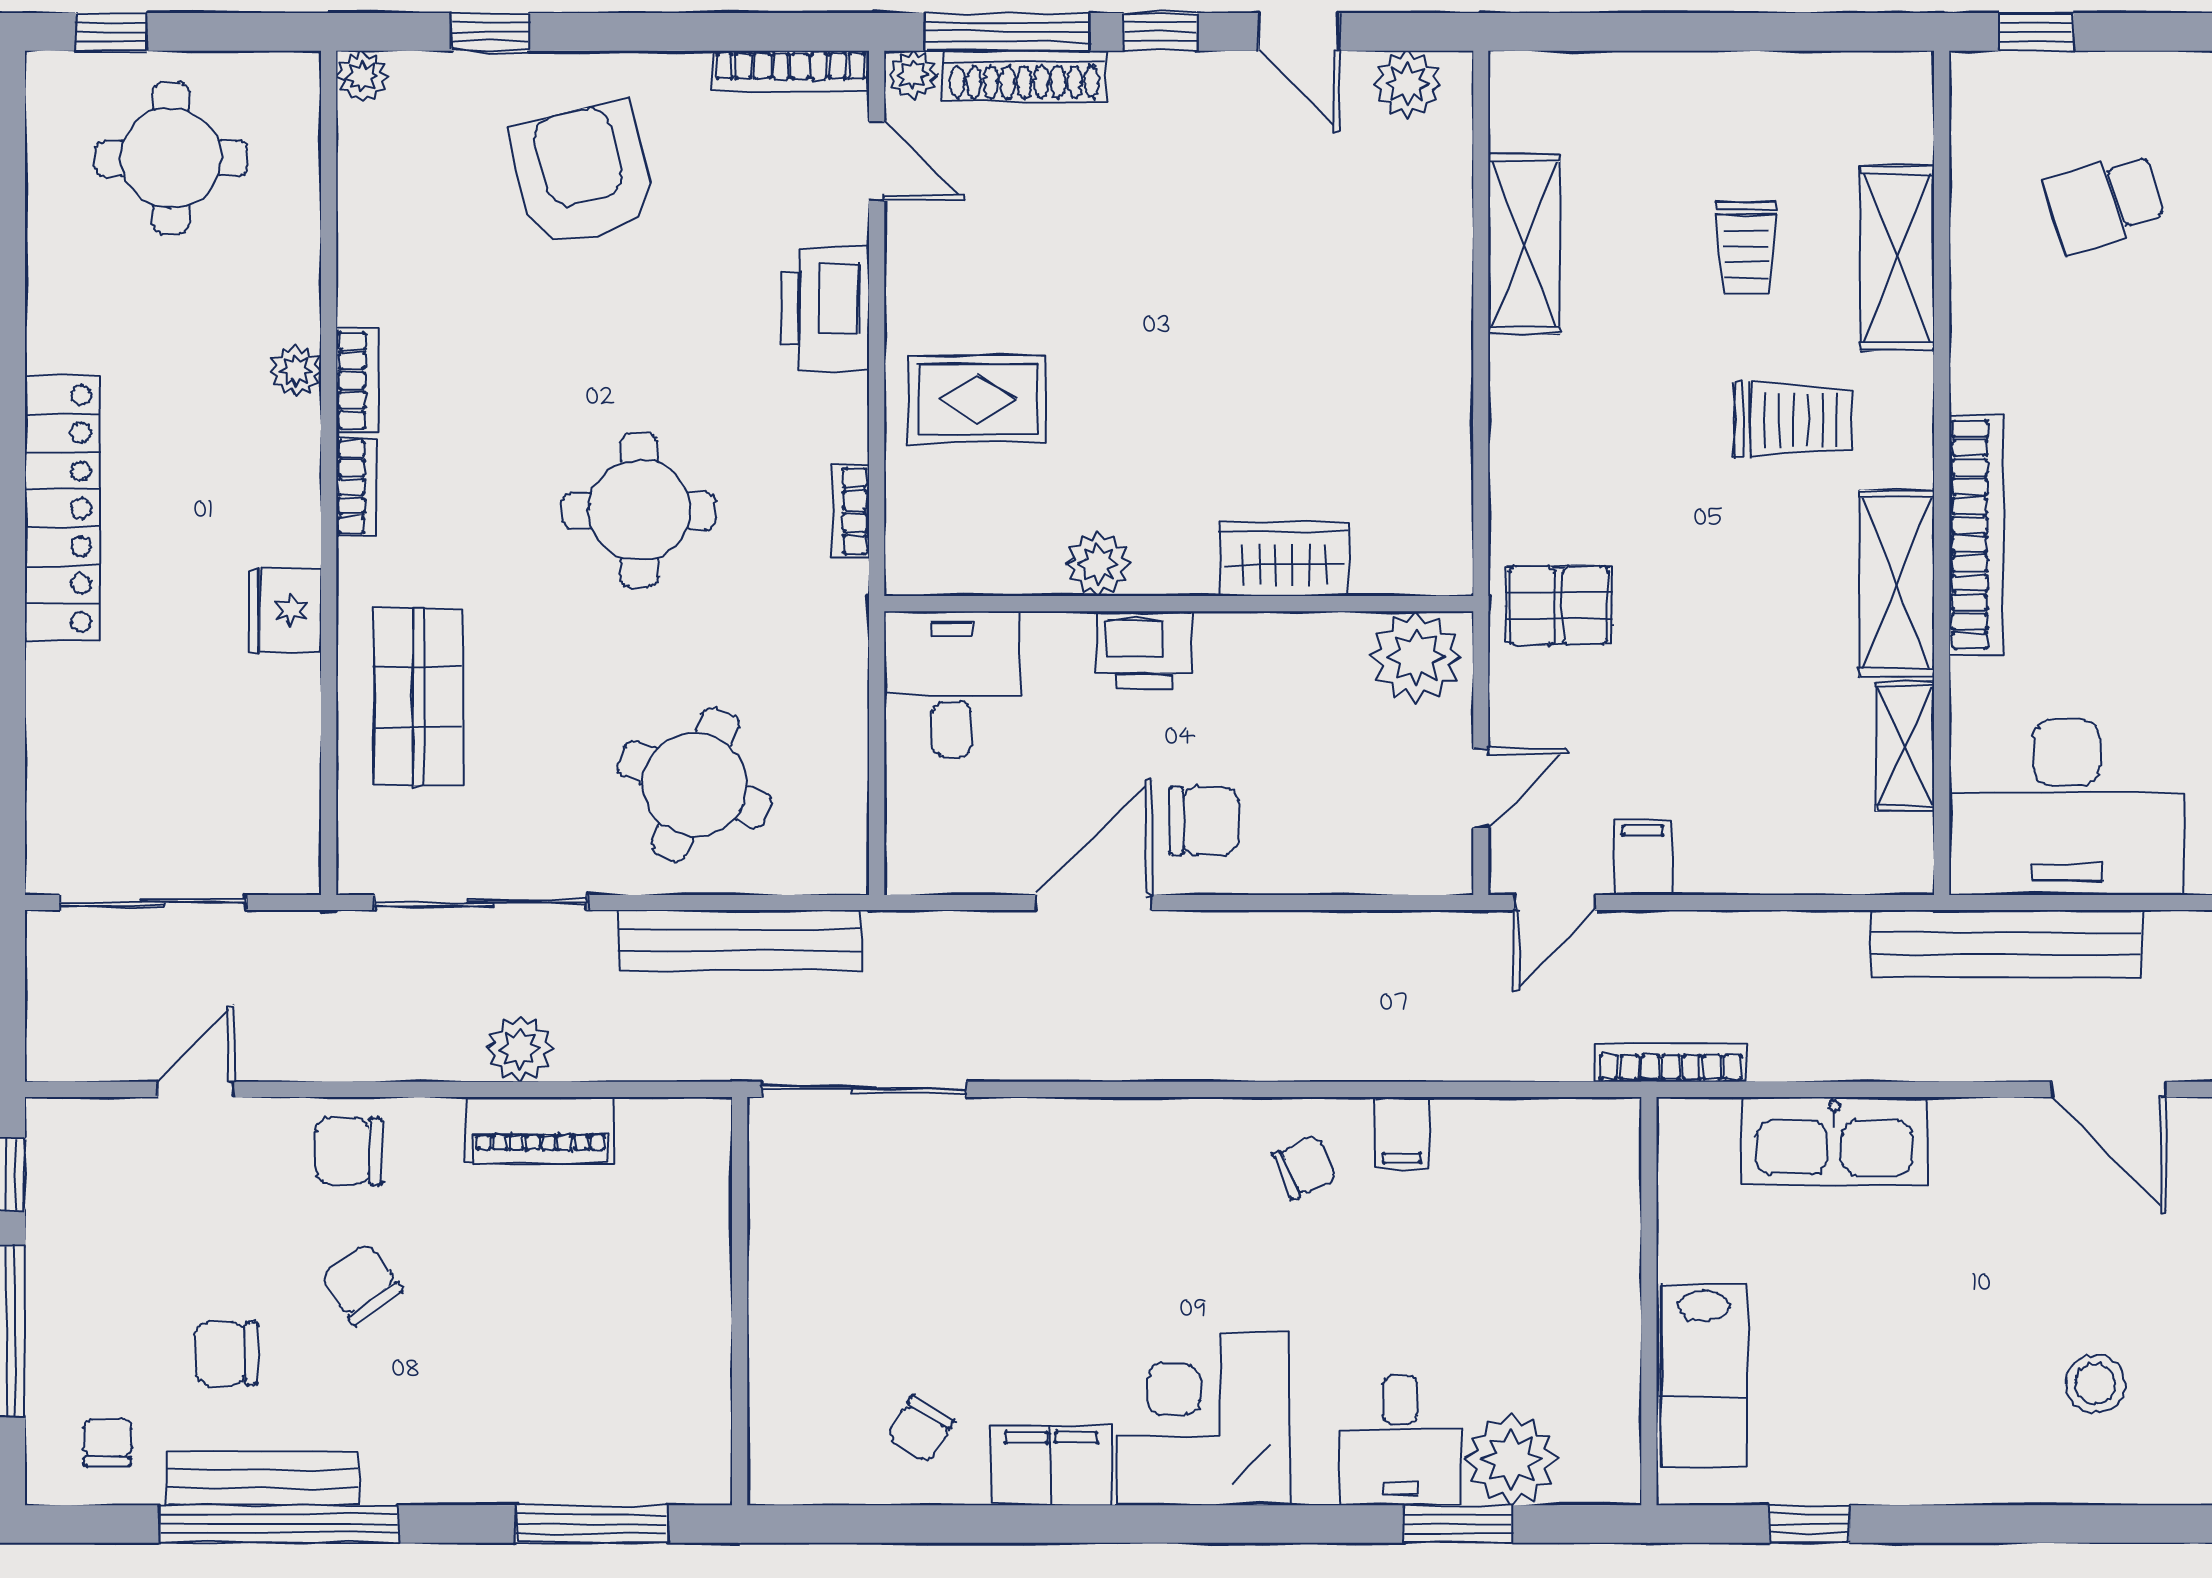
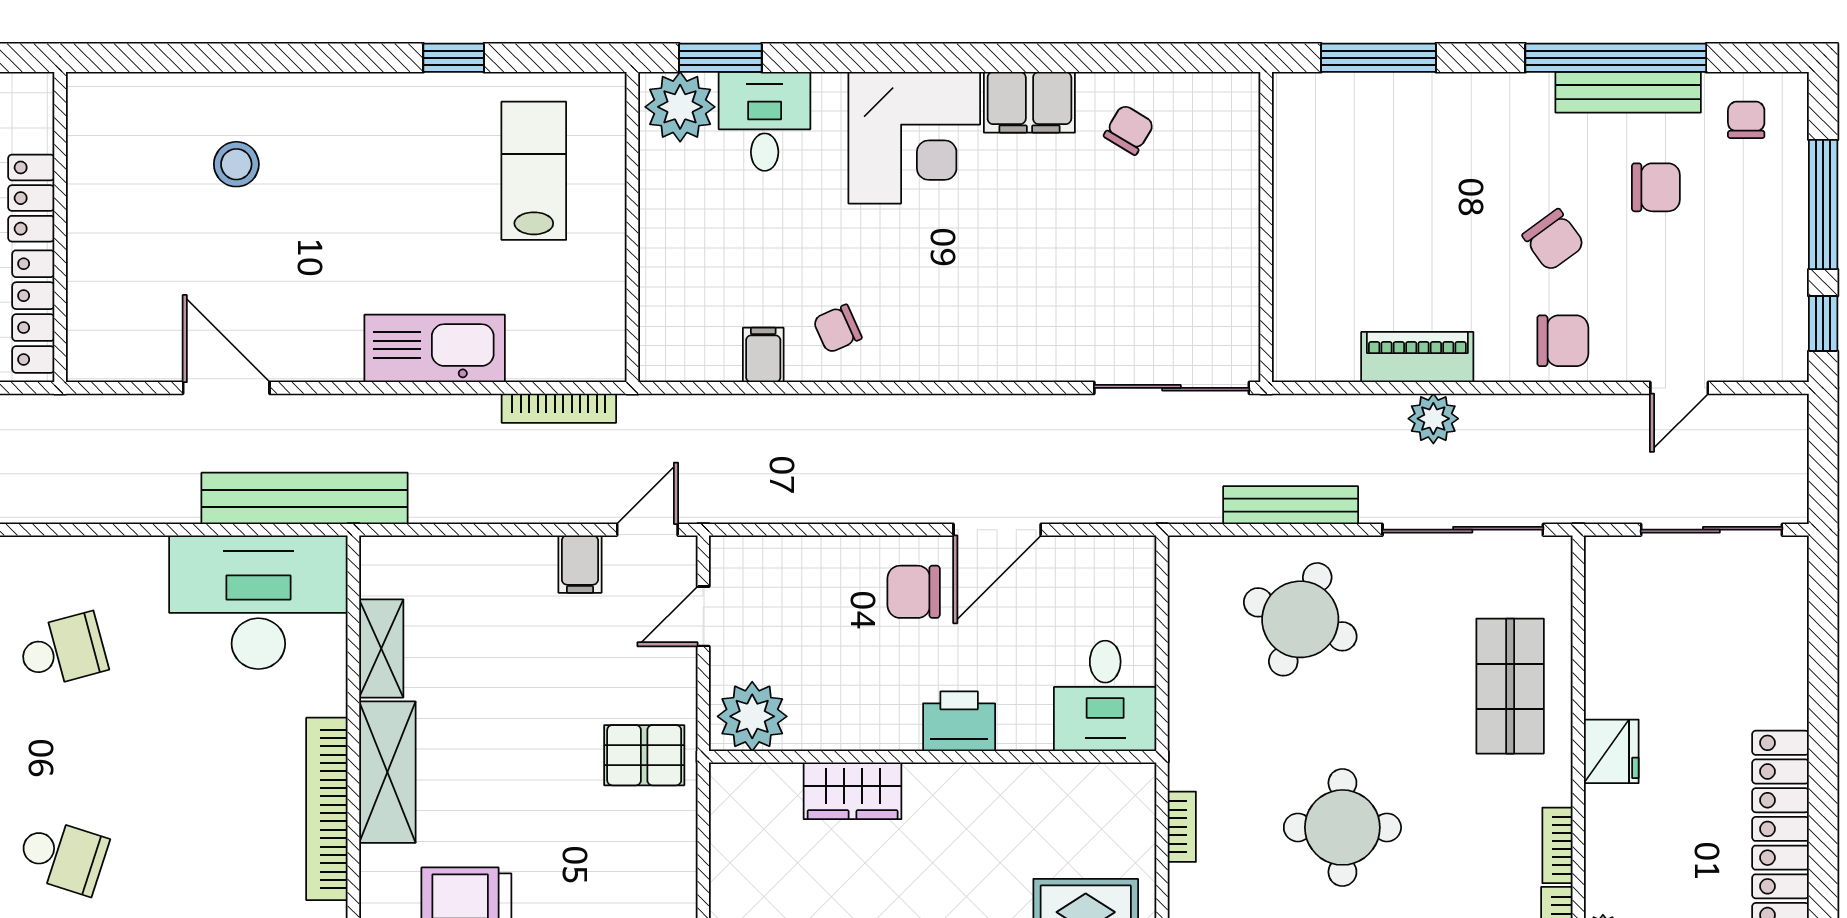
plant: (1098, 564) -> (994, 787), removed
bench: (740, 940) -> (1291, 505), width x0.73, depth x0.82
wall: (1649, 1301) -> (632, 227), moved
chair: (107, 1442) -> (1746, 120), turned 180

